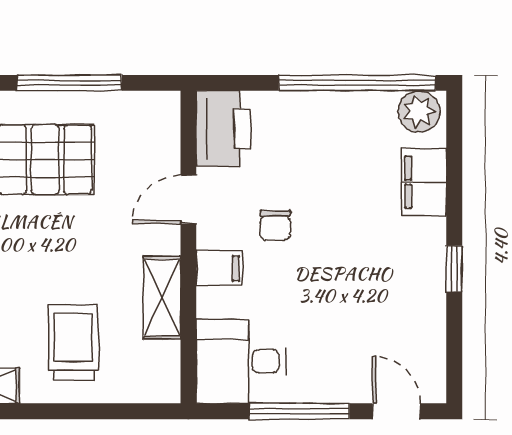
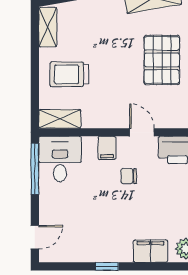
shelving: (162, 298) -> (60, 119), moved
trolley: (74, 343) -> (69, 74), turned 180
window: (299, 411) -> (35, 169), moved

